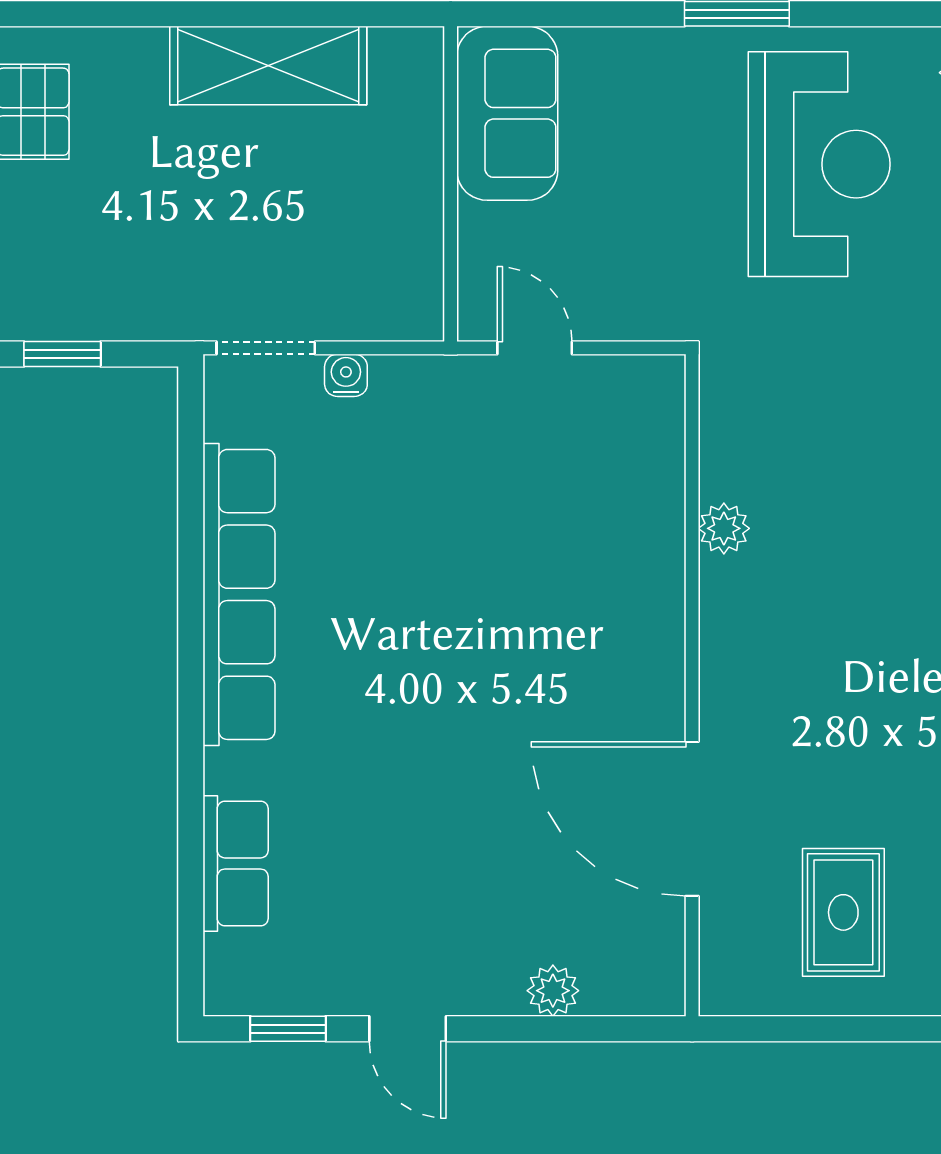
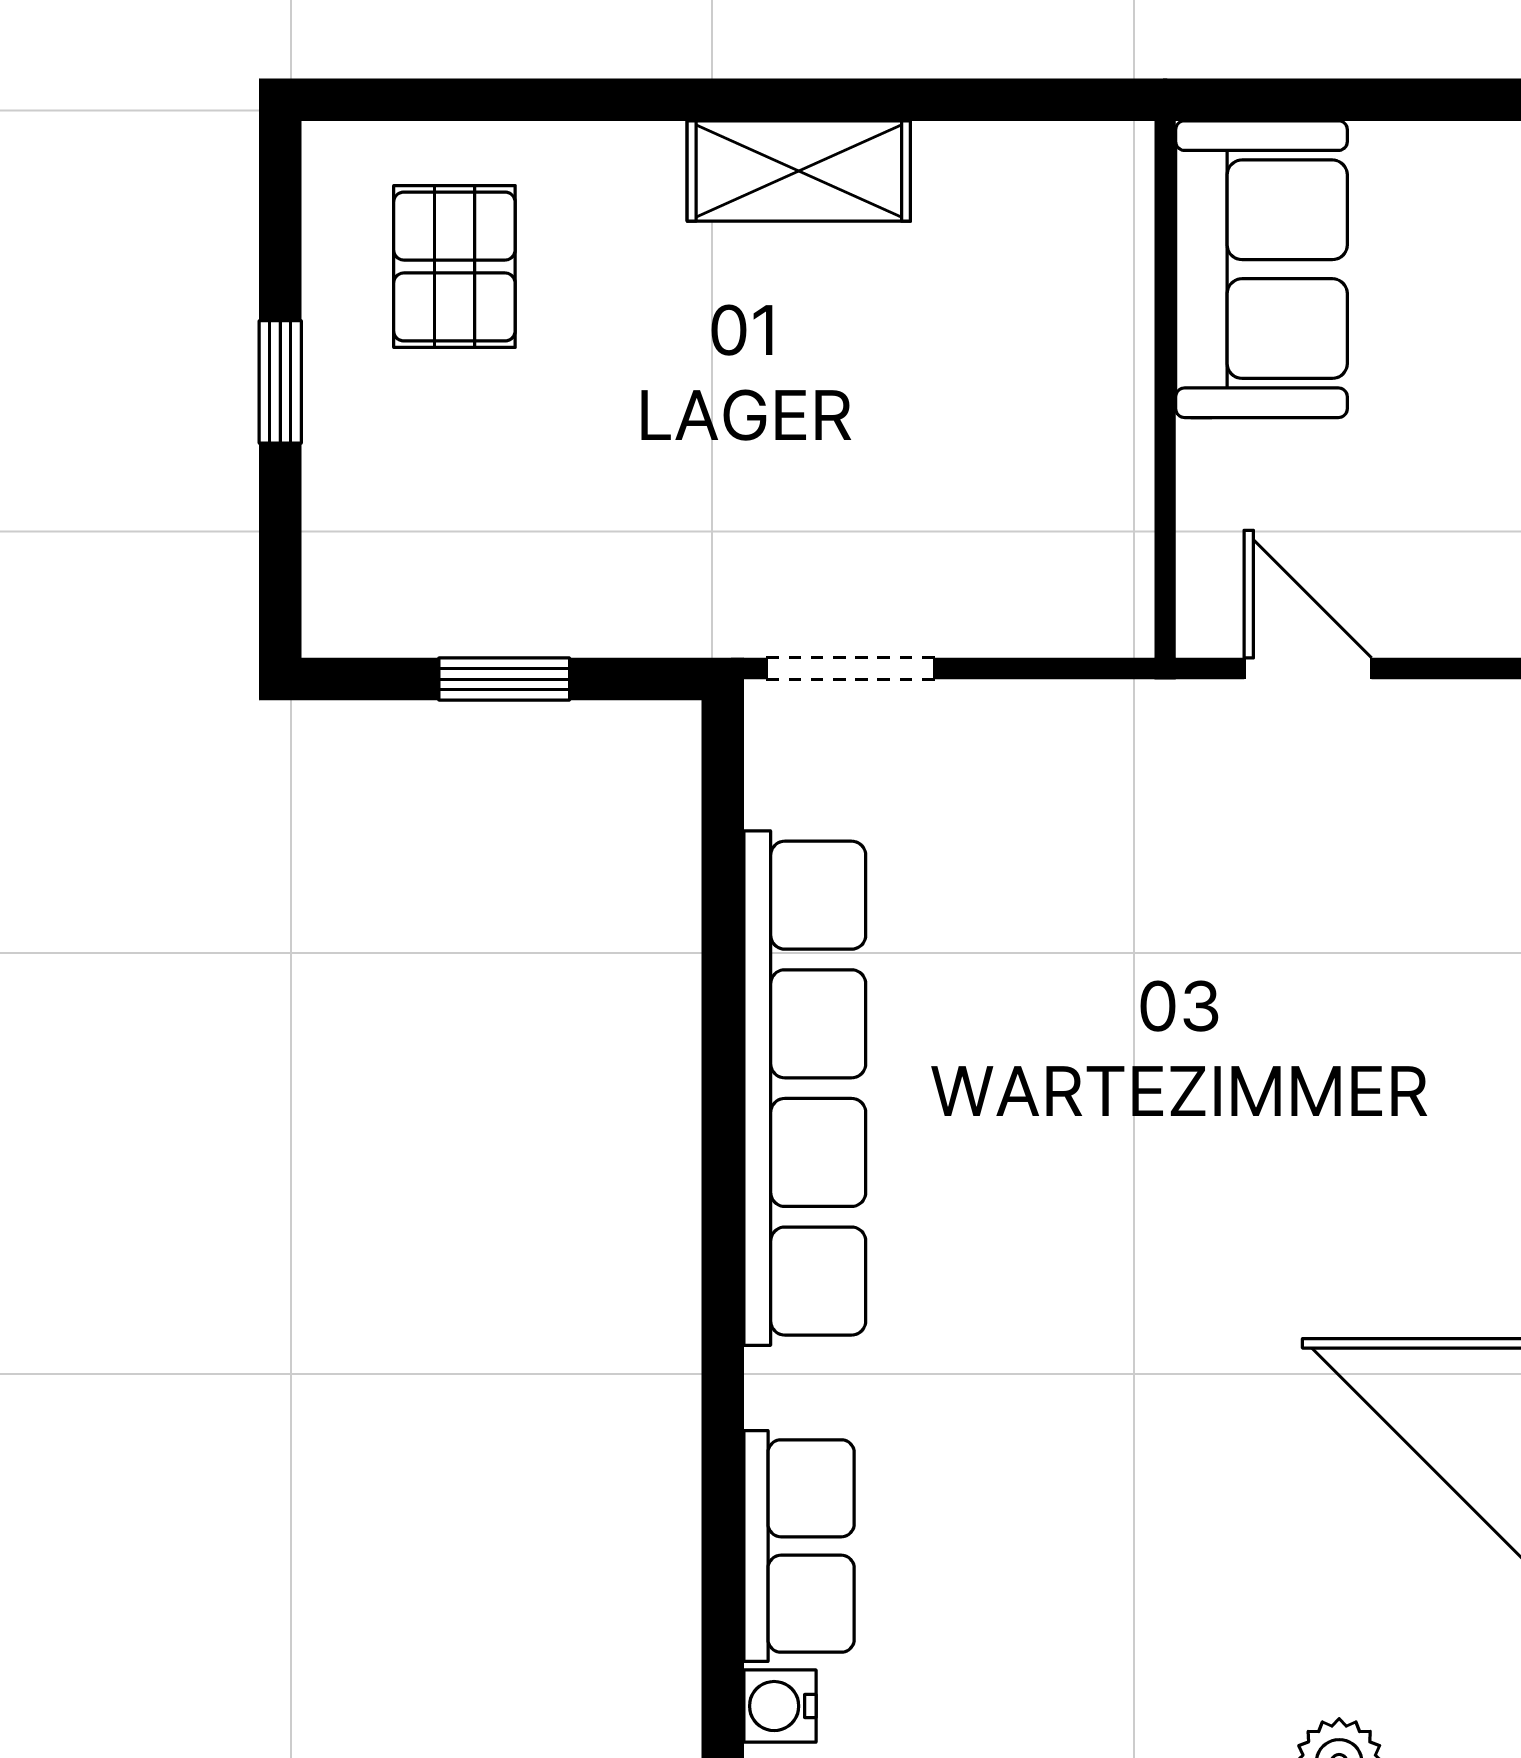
shelving: (268, 65) -> (799, 171), width x0.67, depth x0.75
water cooler: (346, 375) -> (780, 1706), moved, turned -90

